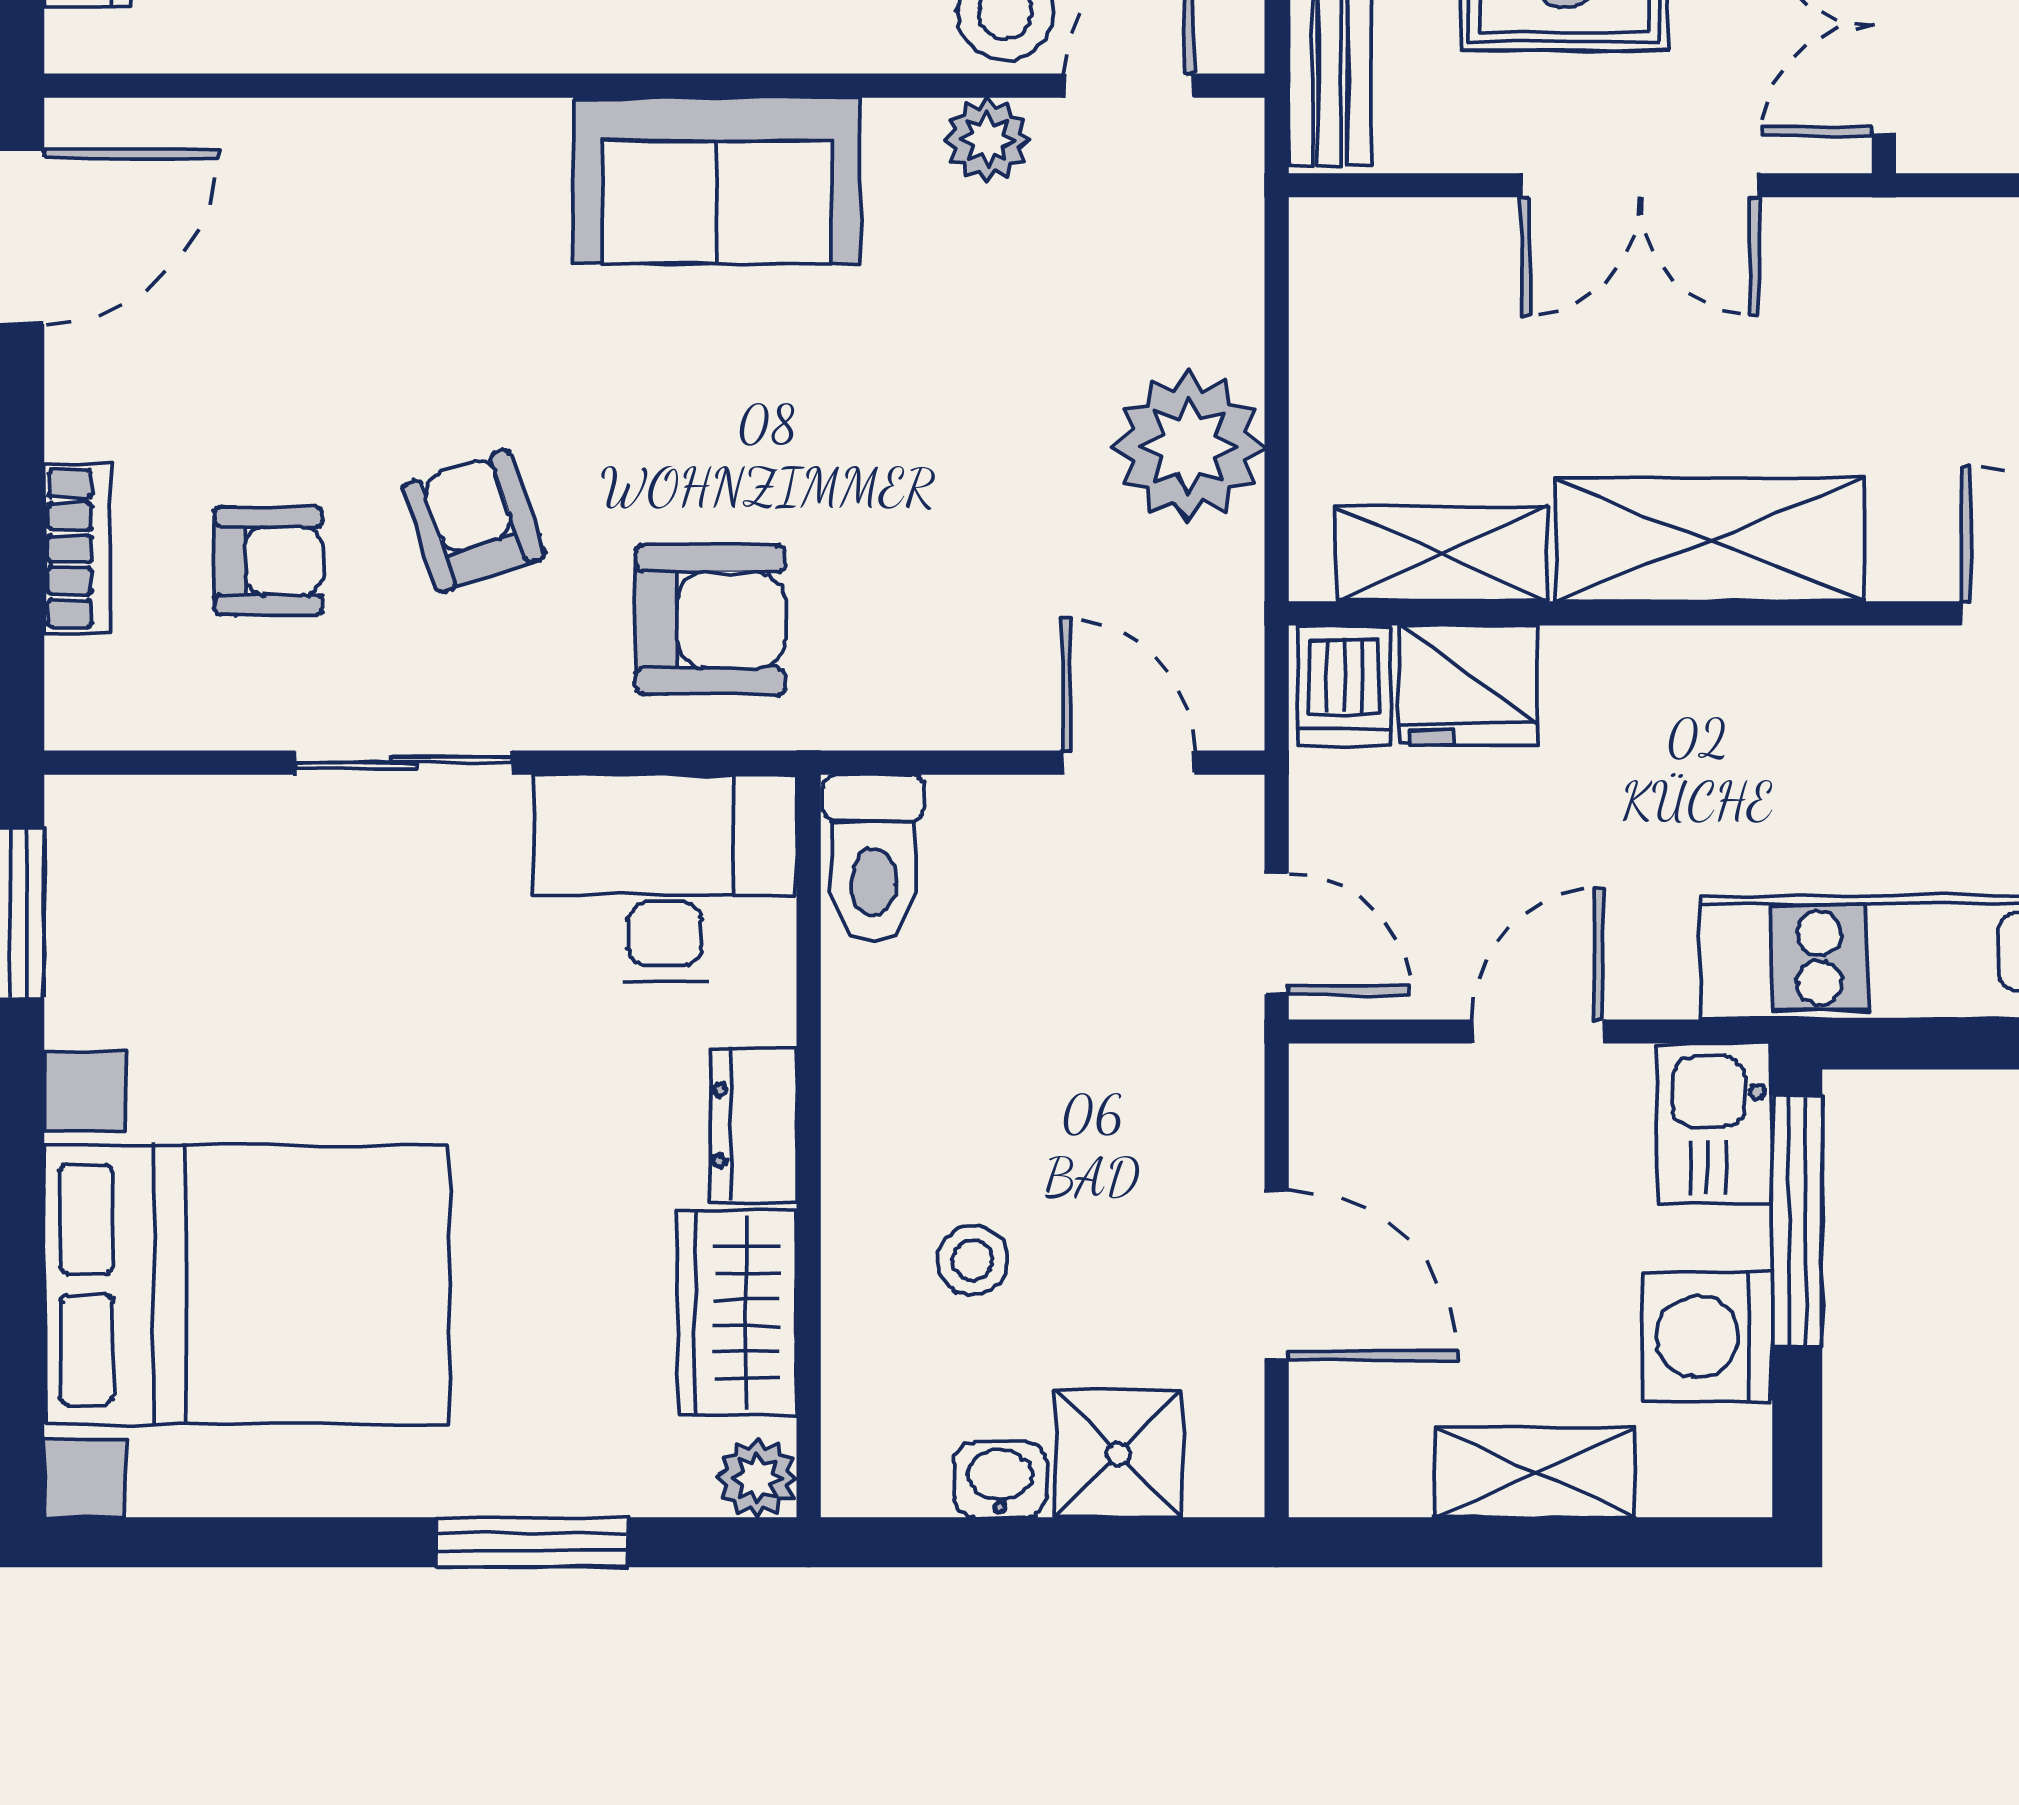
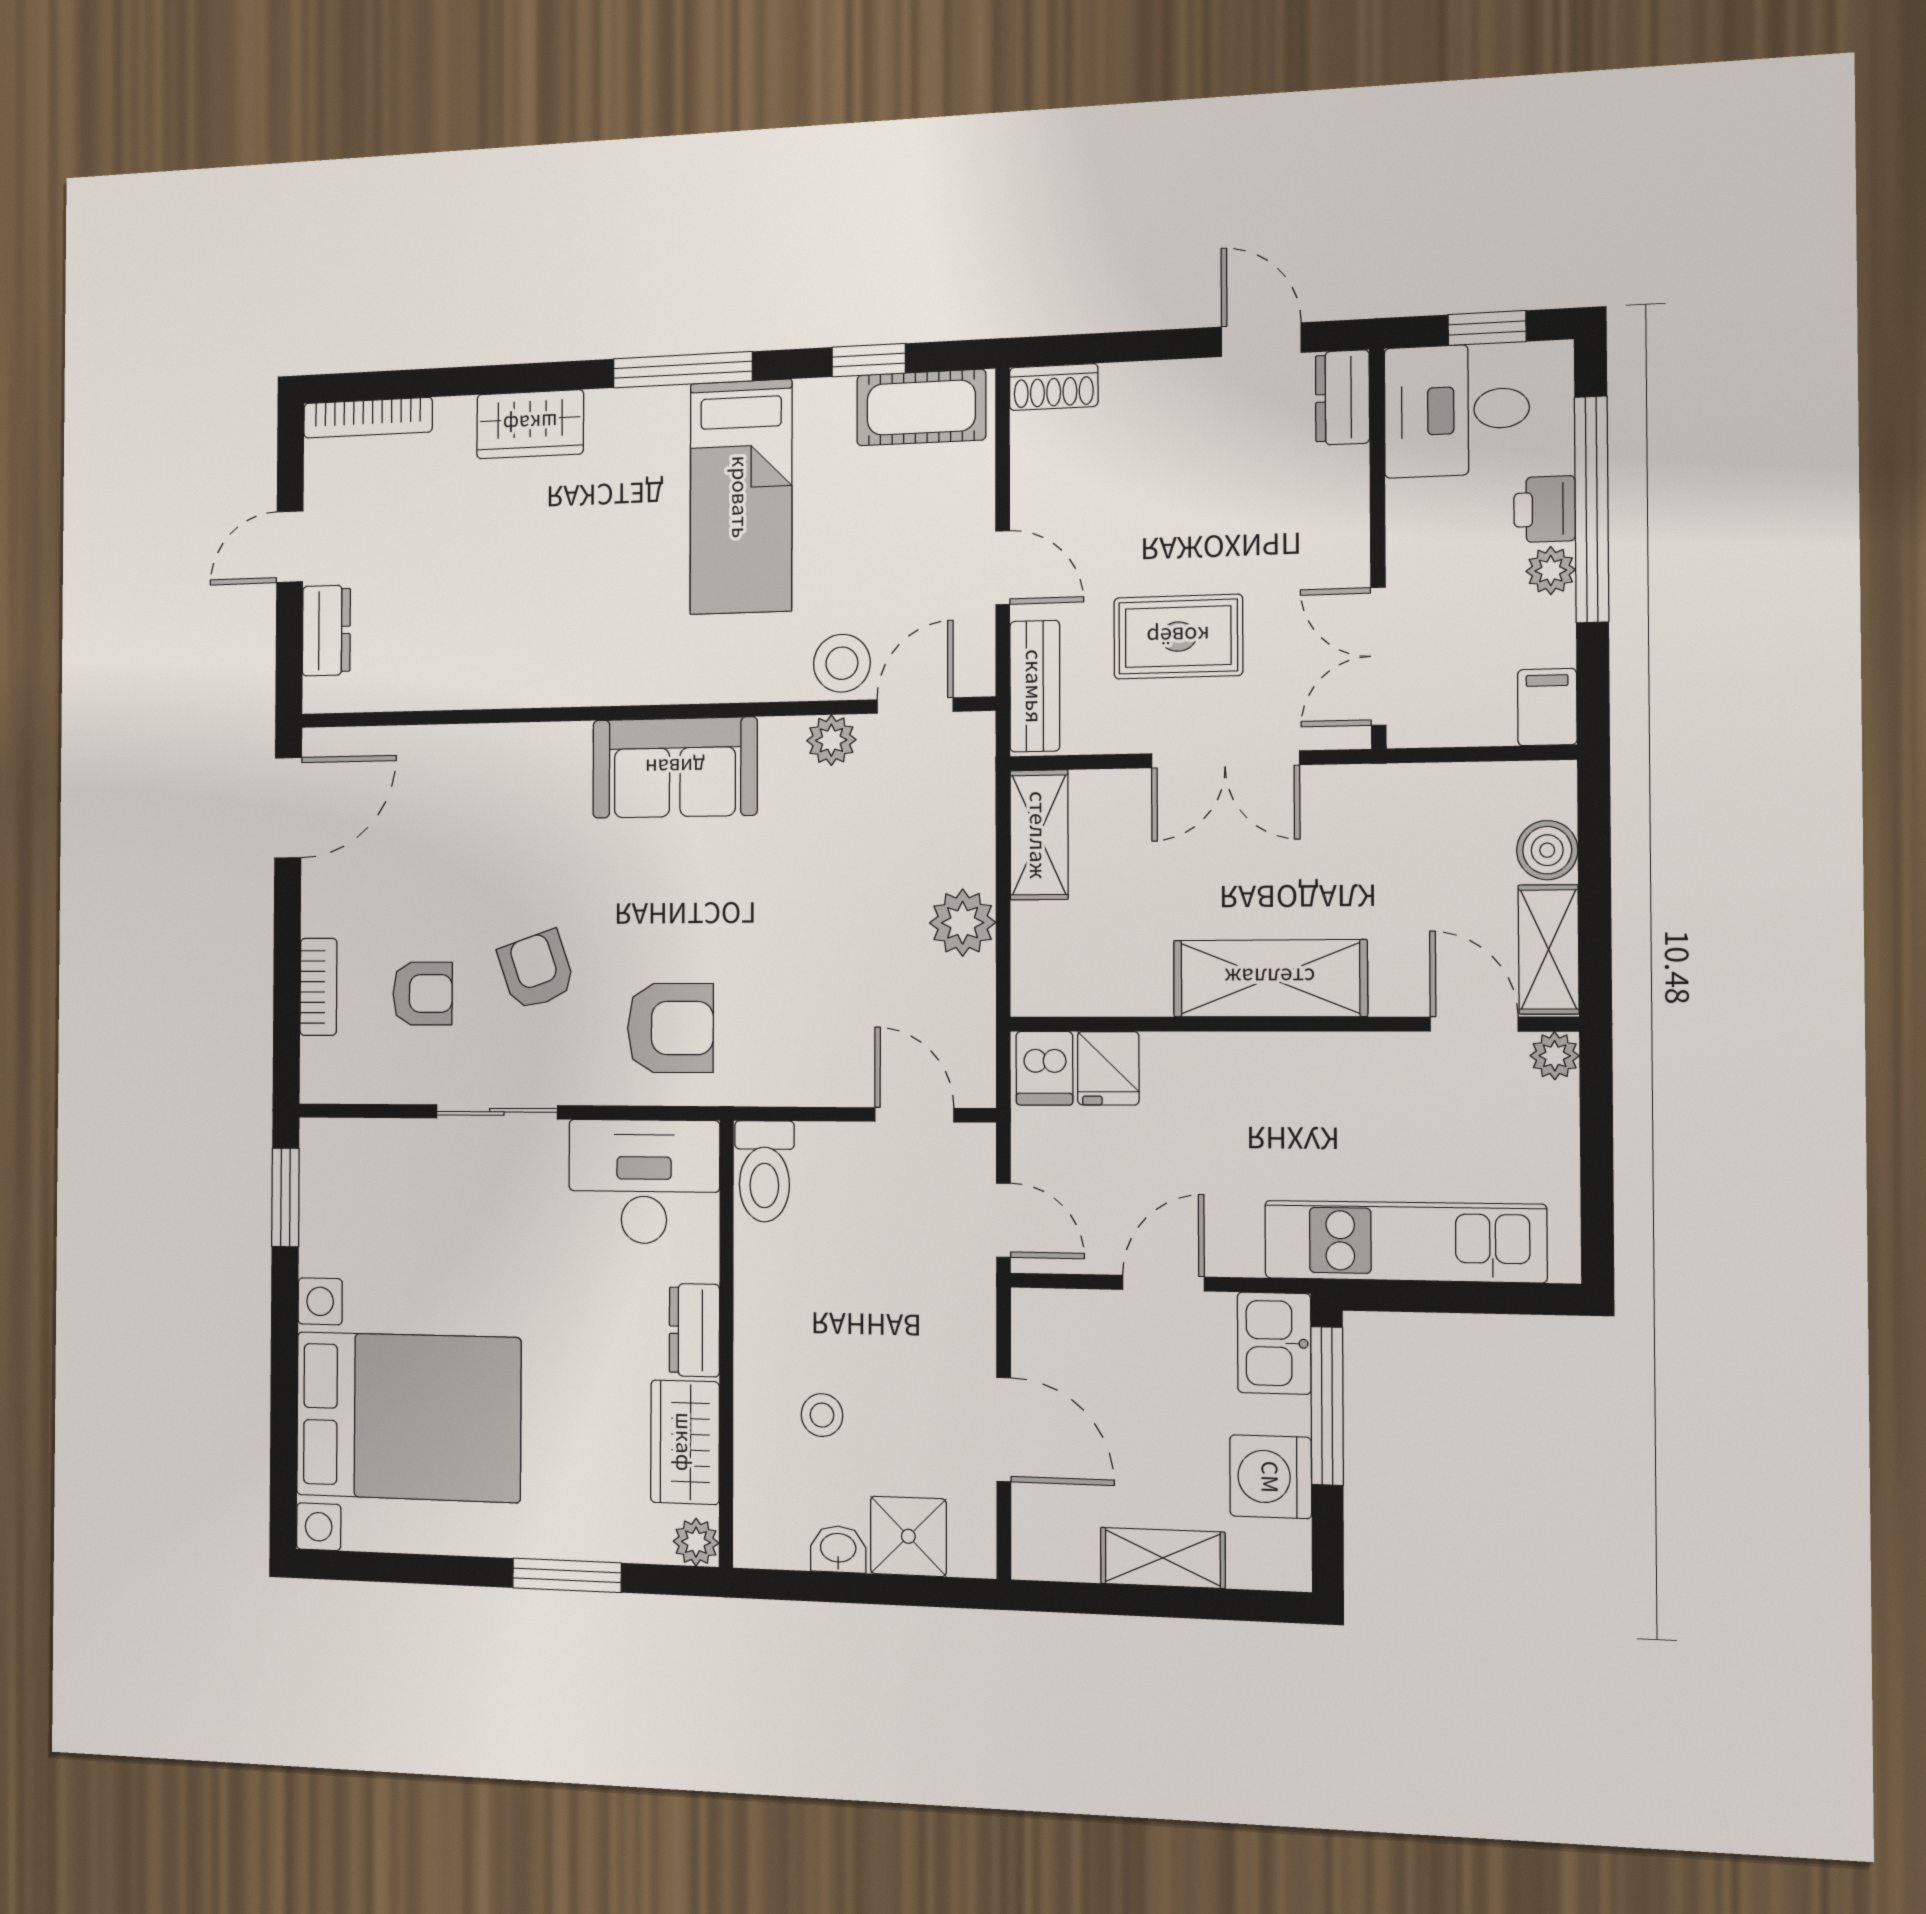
plant: (1189, 446) -> (963, 923), width x0.73, depth x0.73
shelving: (1442, 554) -> (1039, 835), moved, turned 90
fridge: (1468, 685) -> (1108, 1068), width x0.72

